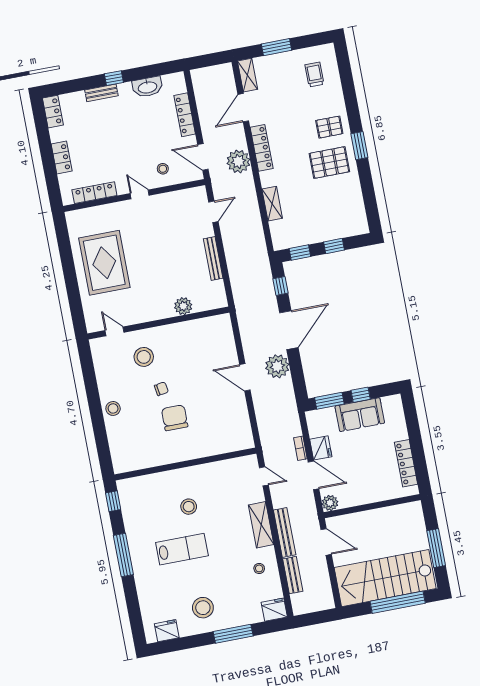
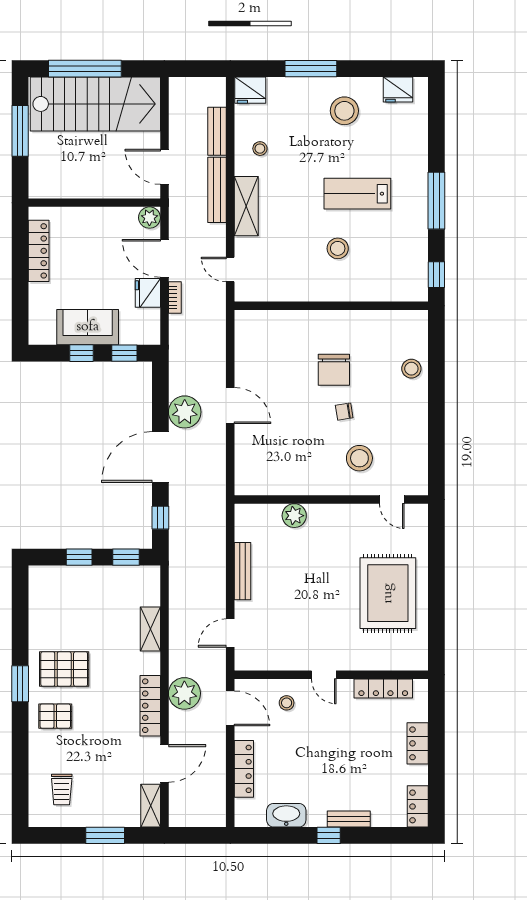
window: (329, 401) -> (124, 353), width x0.67
stool: (113, 408) -> (411, 369), moved

